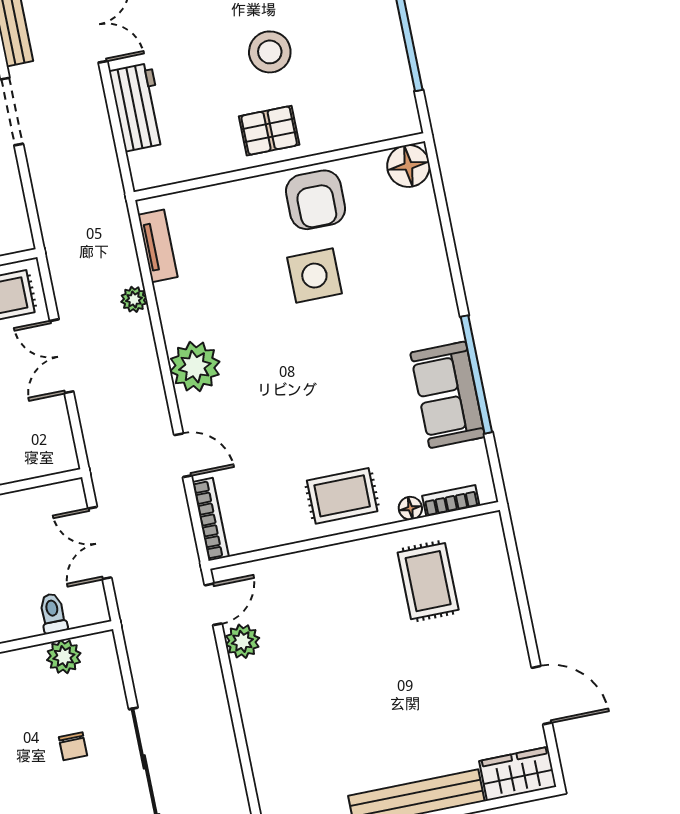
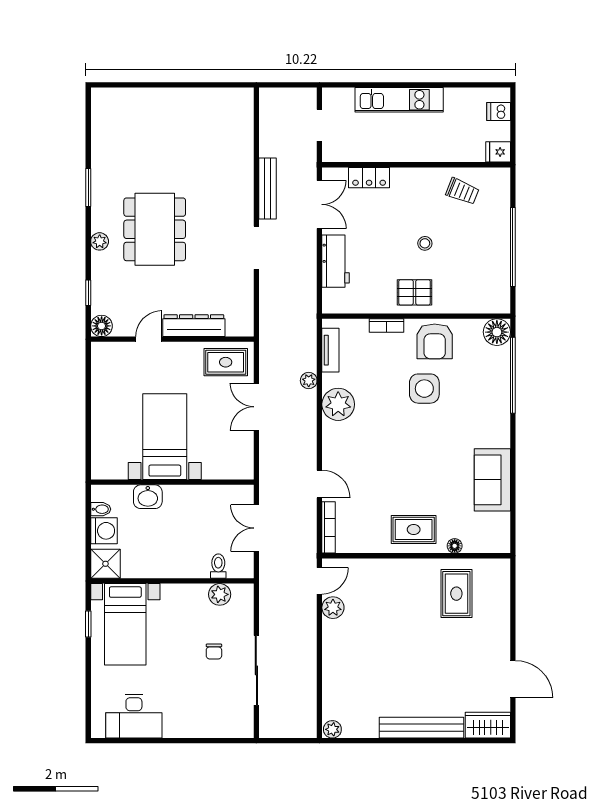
stool: (270, 52) -> (425, 243), width x0.53, depth x0.53
plant: (195, 367) -> (338, 404), moved
window: (476, 374) -> (513, 375), moved
bookcase: (451, 501) -> (387, 325), moved, turned 180

